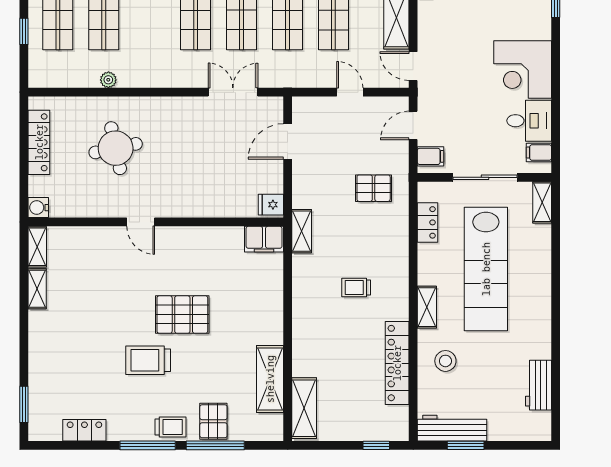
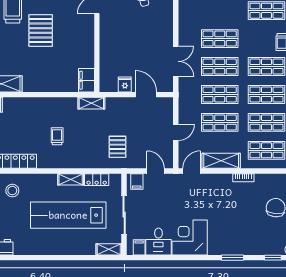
fridge: (271, 205) -> (125, 84), moved
shelving: (427, 307) -> (71, 179), moved

